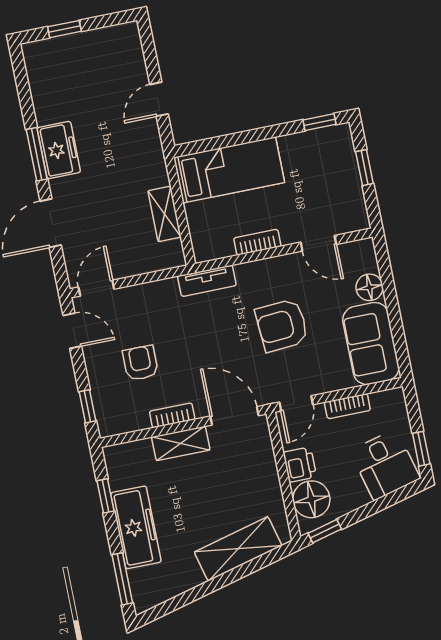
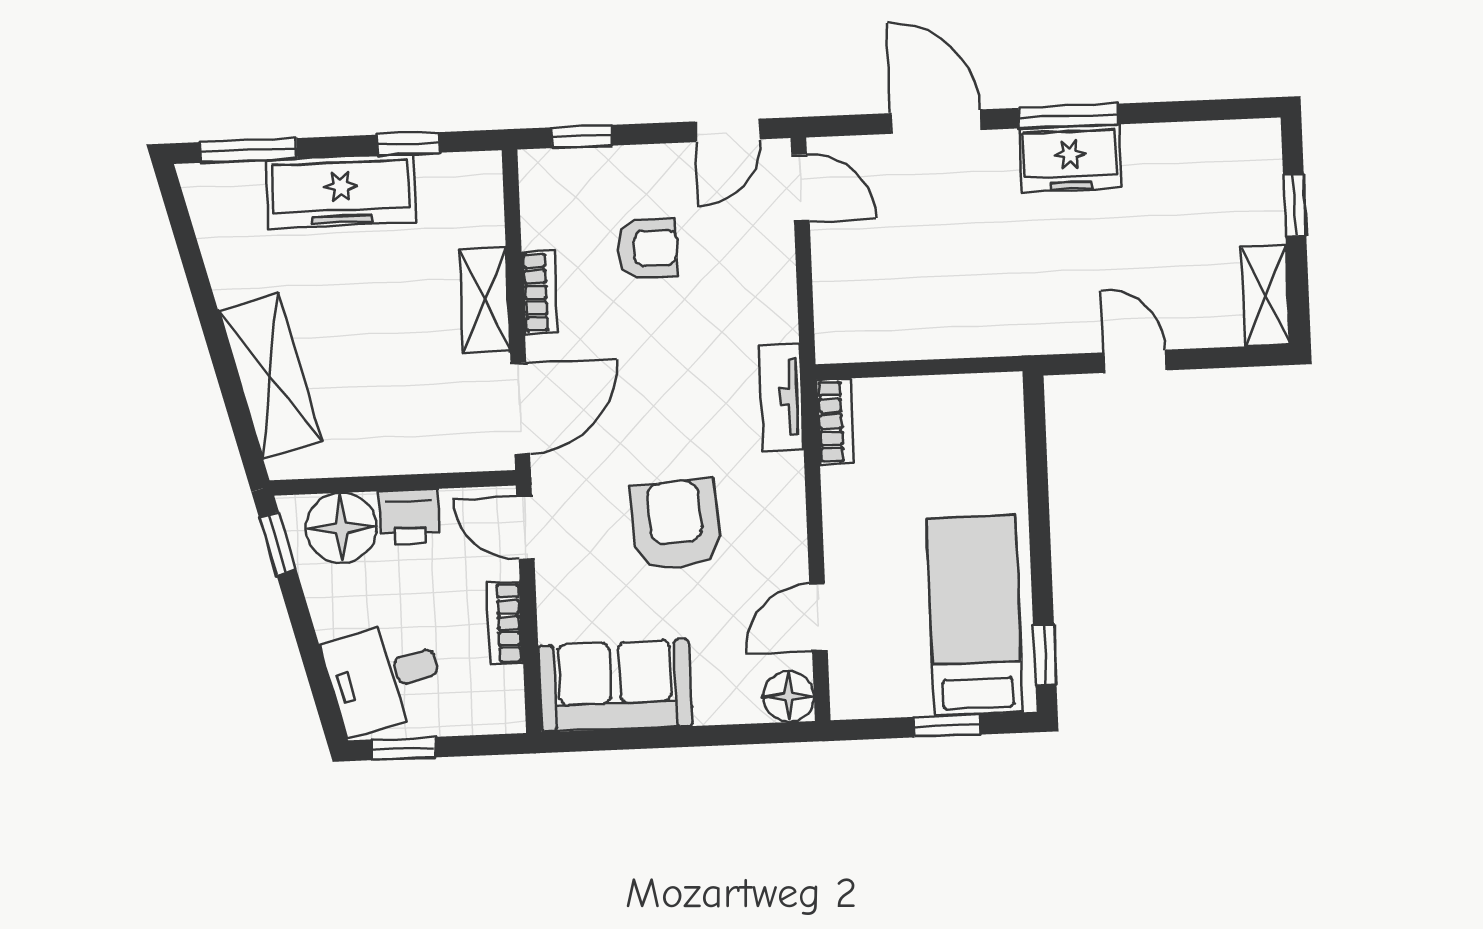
bed: (229, 170) -> (975, 616), moved, turned 180
shelving: (165, 214) -> (1266, 296), moved, turned 90
bookcase: (257, 242) -> (835, 422), moved
floor lamp: (369, 287) -> (789, 697), moved

